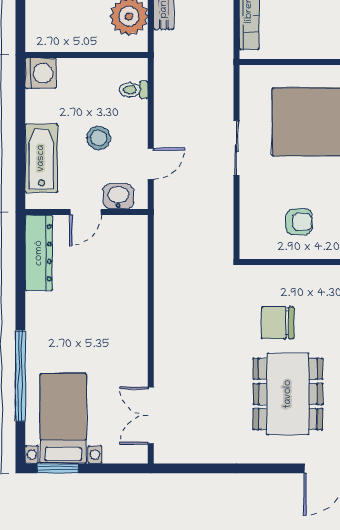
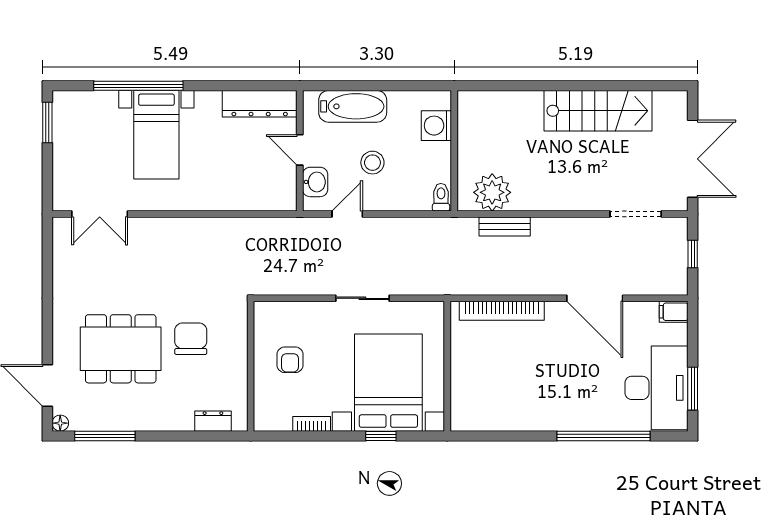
washing machine: (40, 73) -> (436, 126), moved, turned 90
toilet: (134, 90) -> (441, 197), moved
door: (151, 164) -> (347, 214), swing flipped
double door: (151, 415) -> (100, 214), swing flipped
bed with nightstands: (63, 419) -> (156, 135), moved, turned 90

